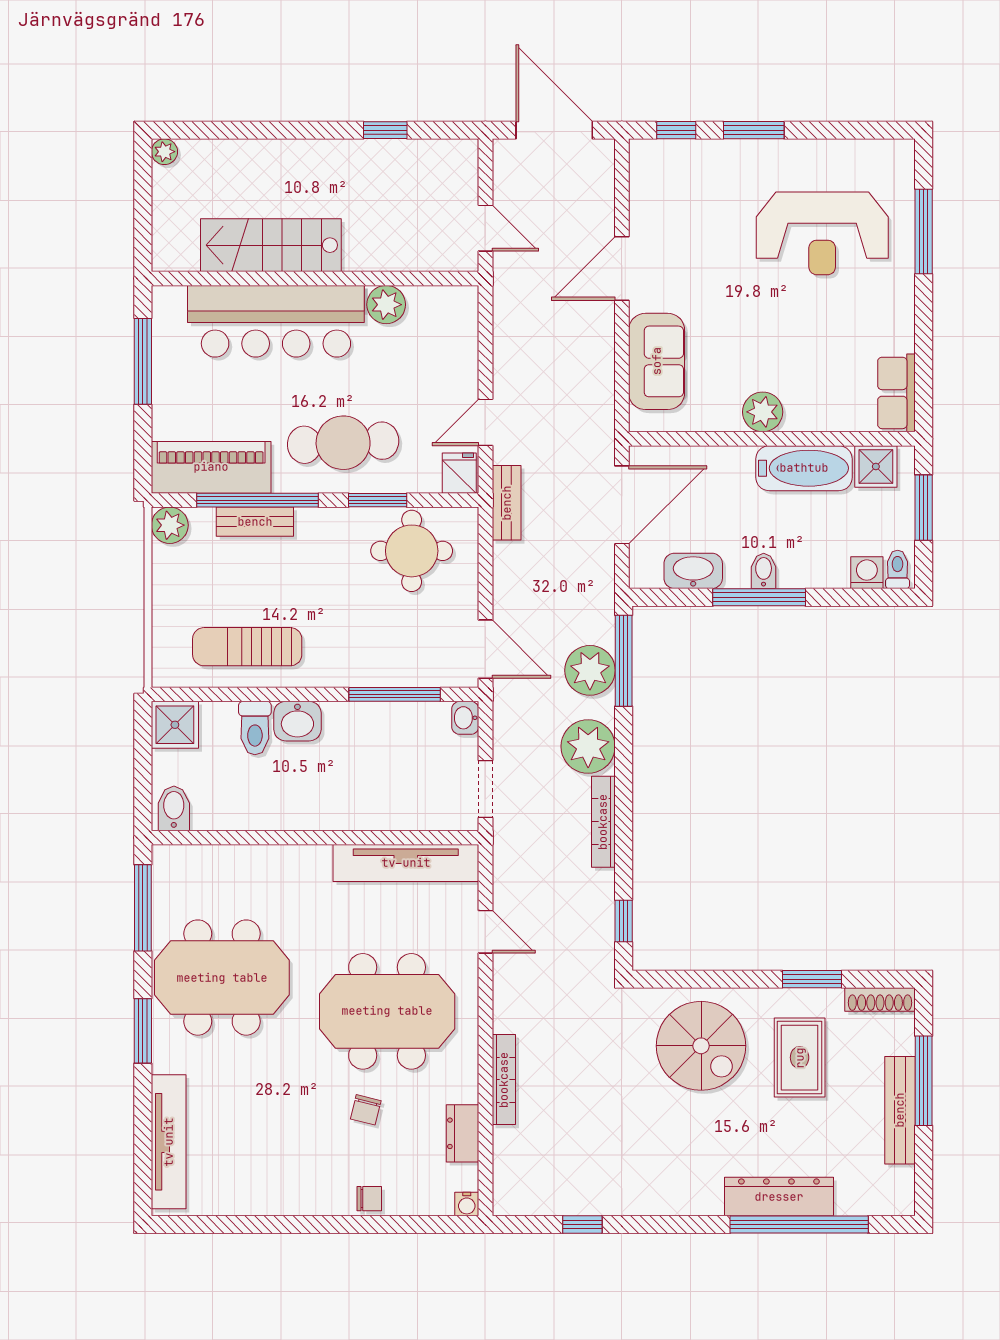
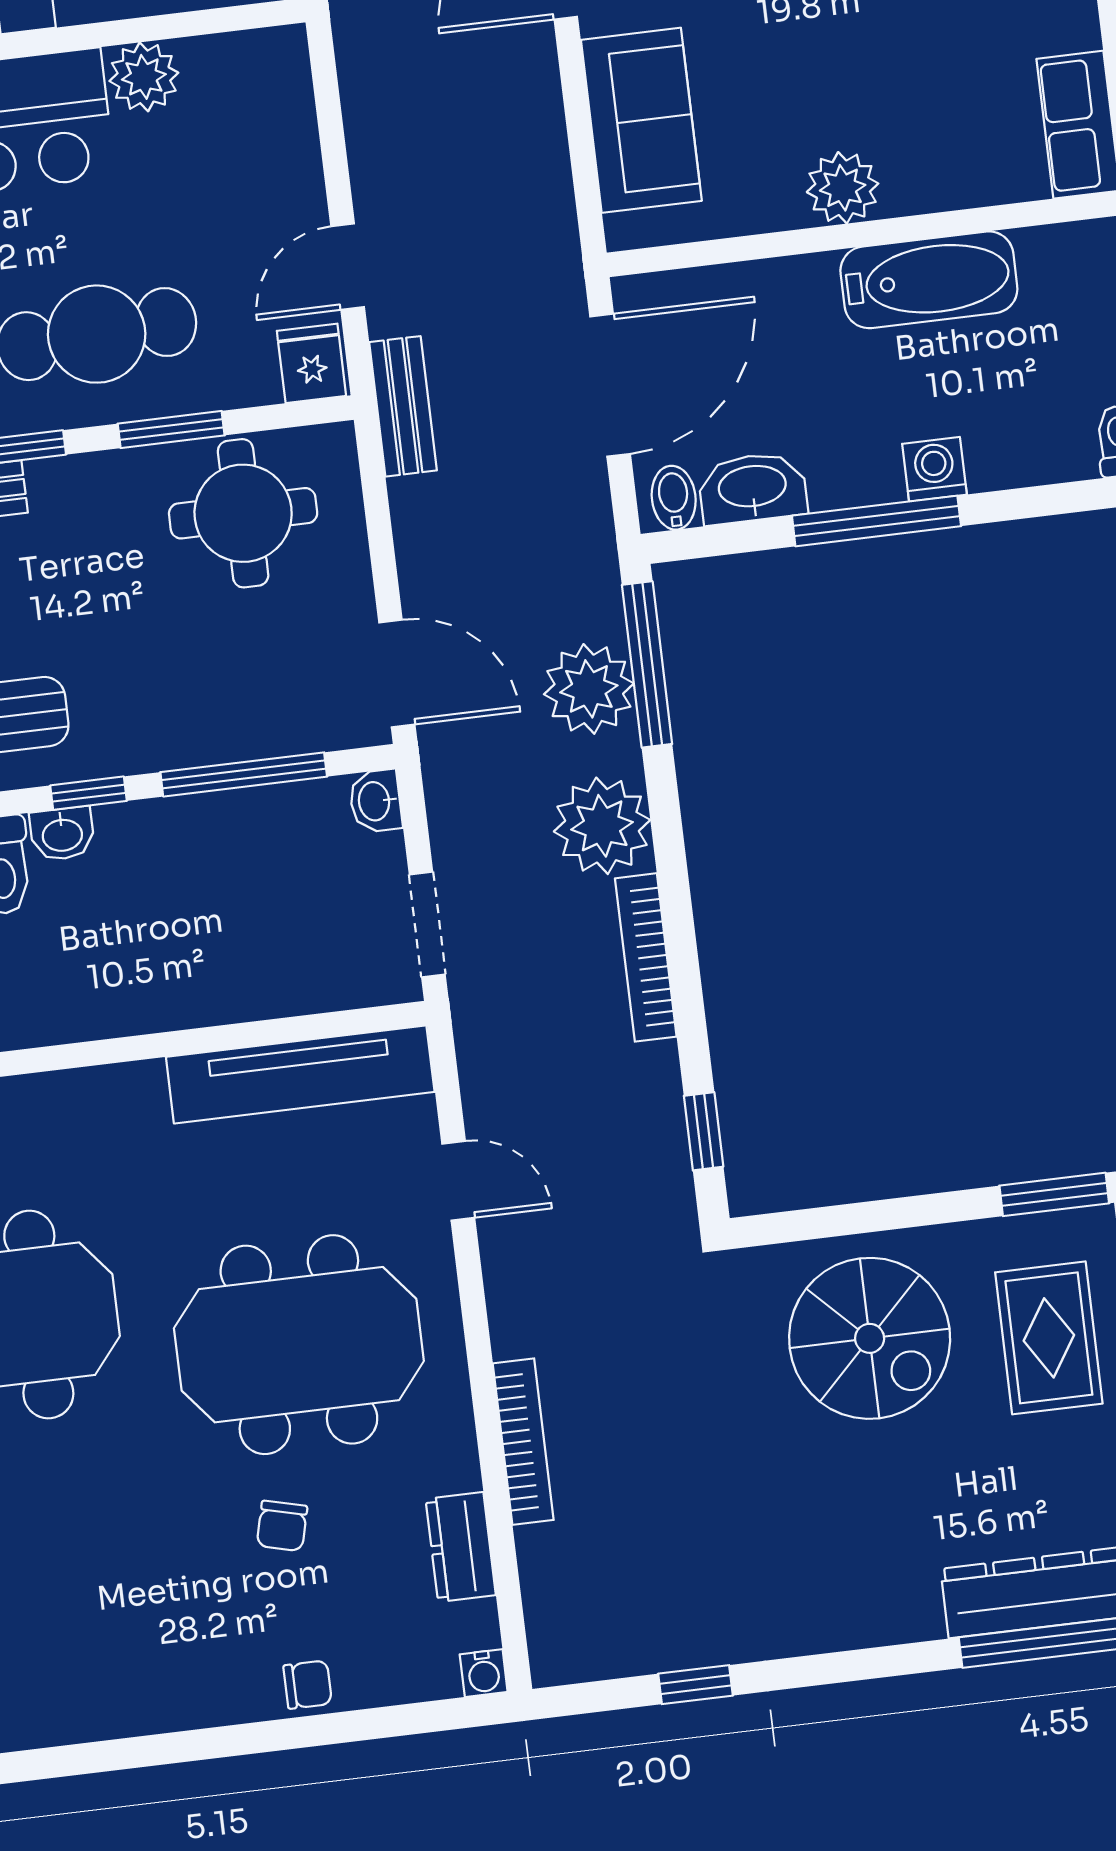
shower: (876, 466) -> (1057, 261), removed
bidet: (764, 571) -> (674, 498), moved
washing machine: (867, 573) -> (934, 469), moved
window: (308, 694) -> (88, 793), added
washbasin: (297, 721) -> (62, 834), width x0.72, depth x0.69

